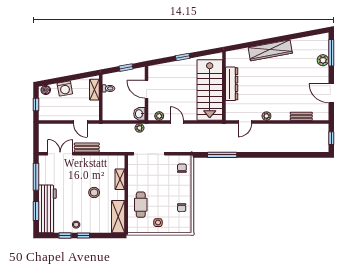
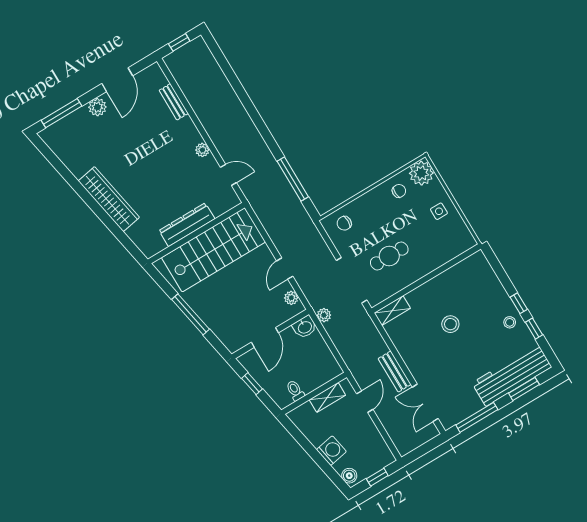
window: (183, 57) -> (191, 314), width x2.17
plant: (323, 60) -> (97, 107), moved
shelving: (94, 90) -> (327, 397), moved
shelving: (120, 179) -> (392, 311), moved
cafe table: (141, 205) -> (389, 256), moved
shelving: (118, 217) -> (464, 271), removed
plant: (184, 225) -> (421, 173), added

